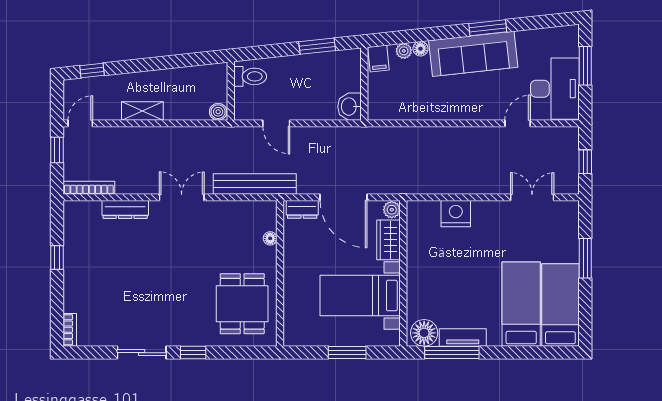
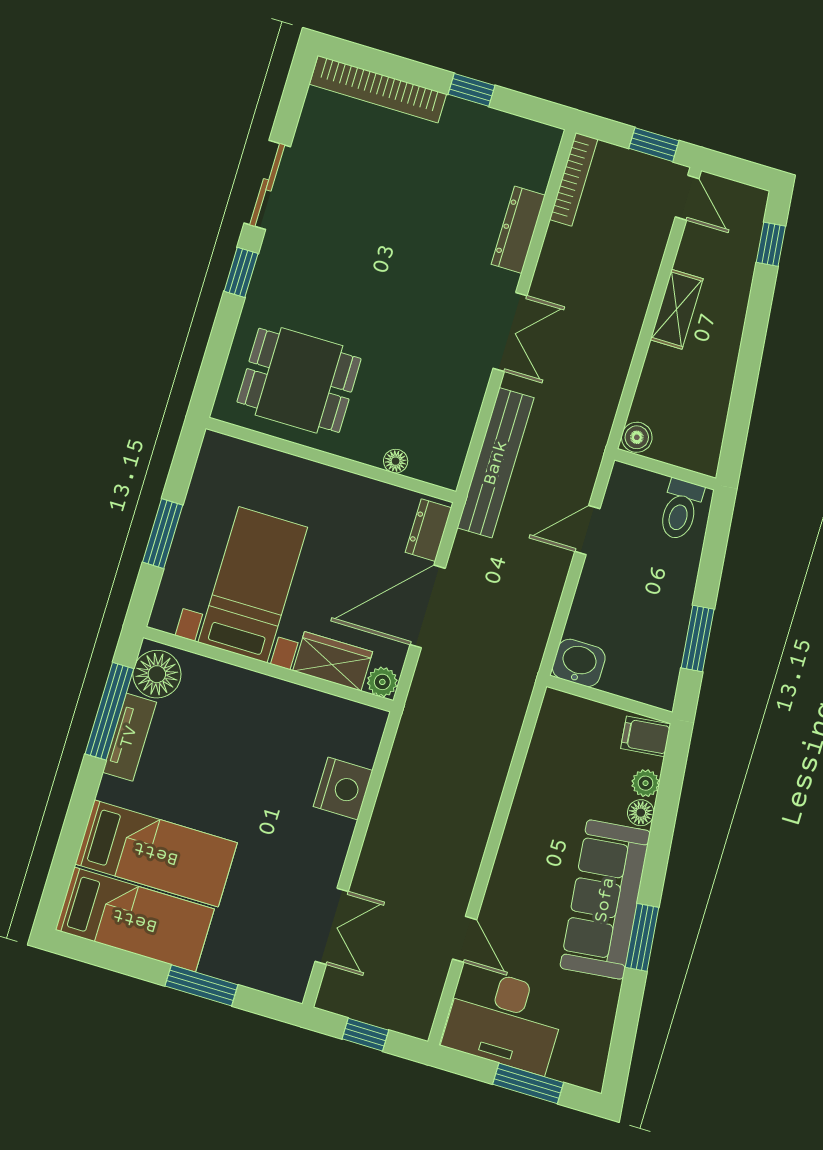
bookcase: (70, 330) -> (378, 89), width x2.31, depth x1.31

